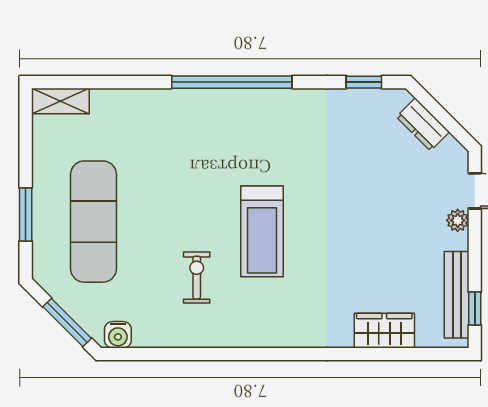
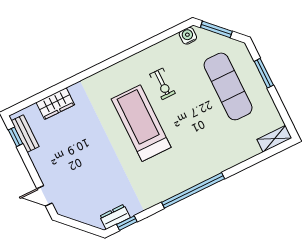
dresser: (423, 124) -> (115, 217), moved, turned -45
plant: (458, 220) -> (46, 177), removed
treadmill: (262, 231) -> (141, 123), width x1.37, depth x1.38
bench: (457, 295) -> (25, 134), width x0.73

